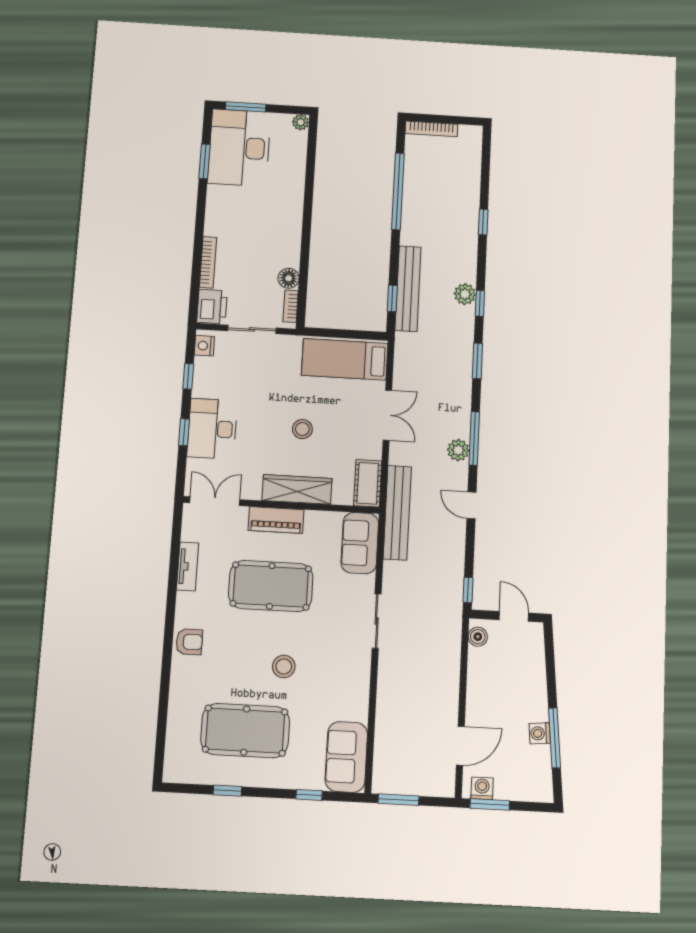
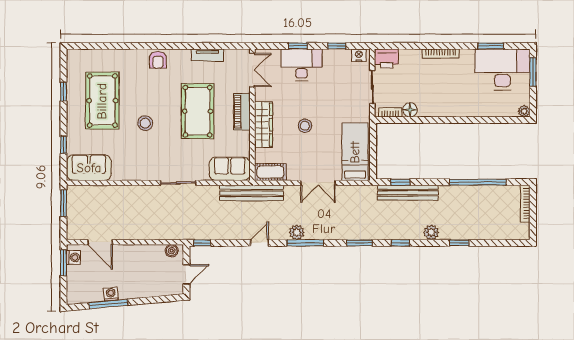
bookcase: (208, 262) -> (441, 54), moved
plant: (465, 294) -> (431, 232), moved

